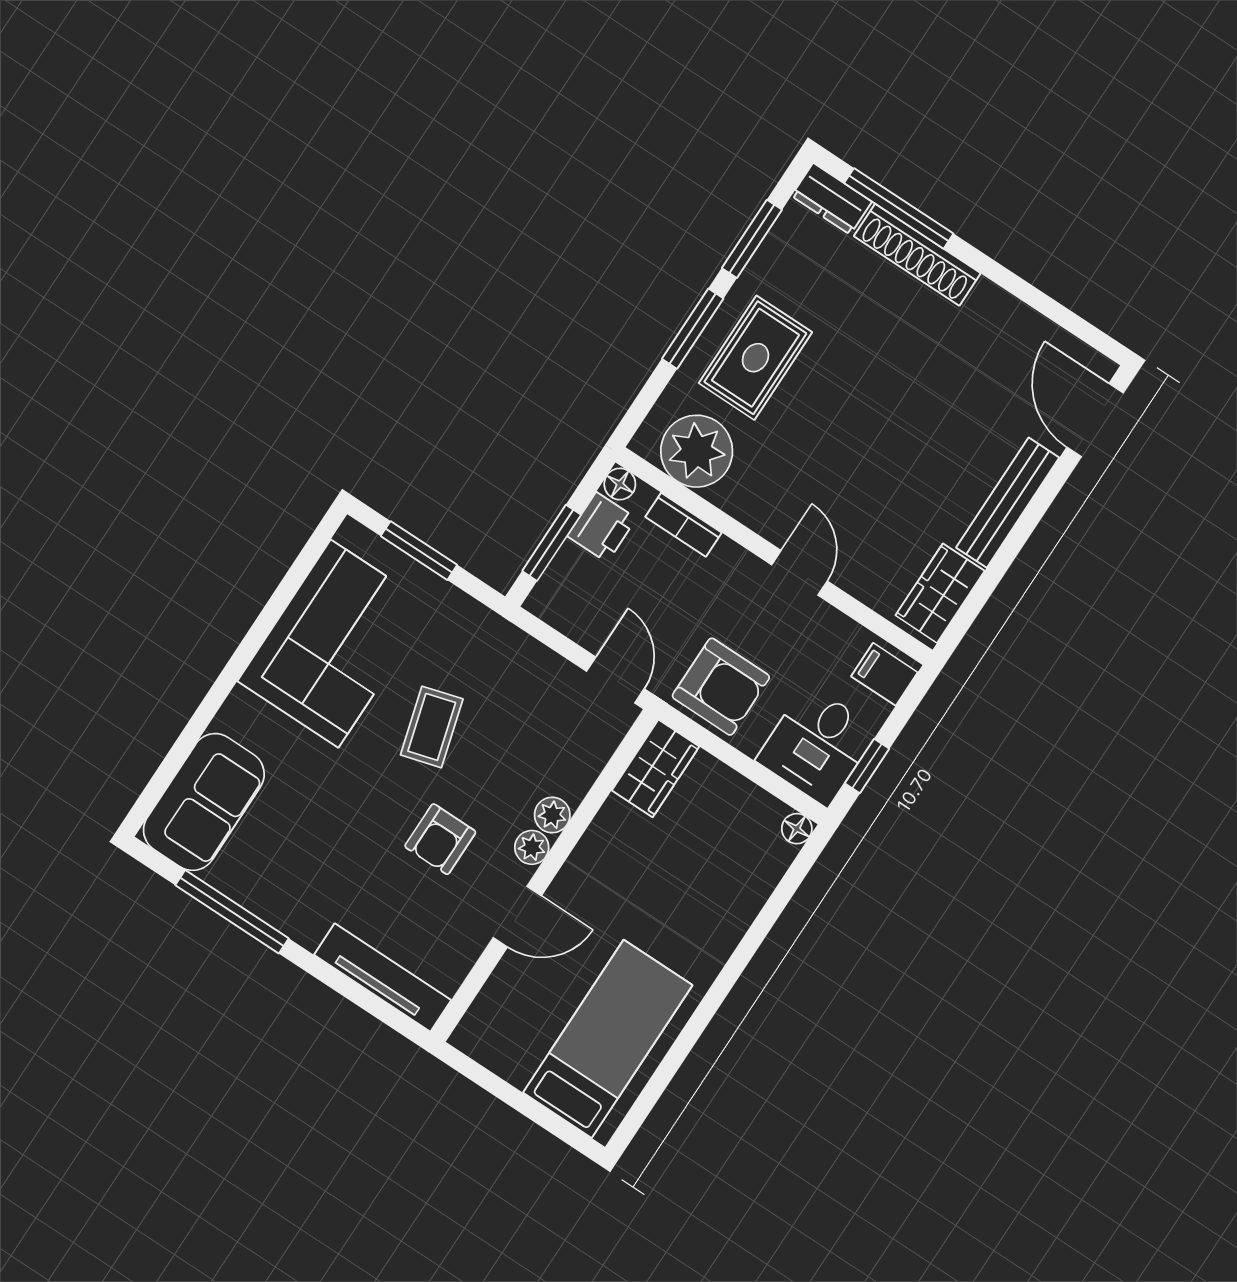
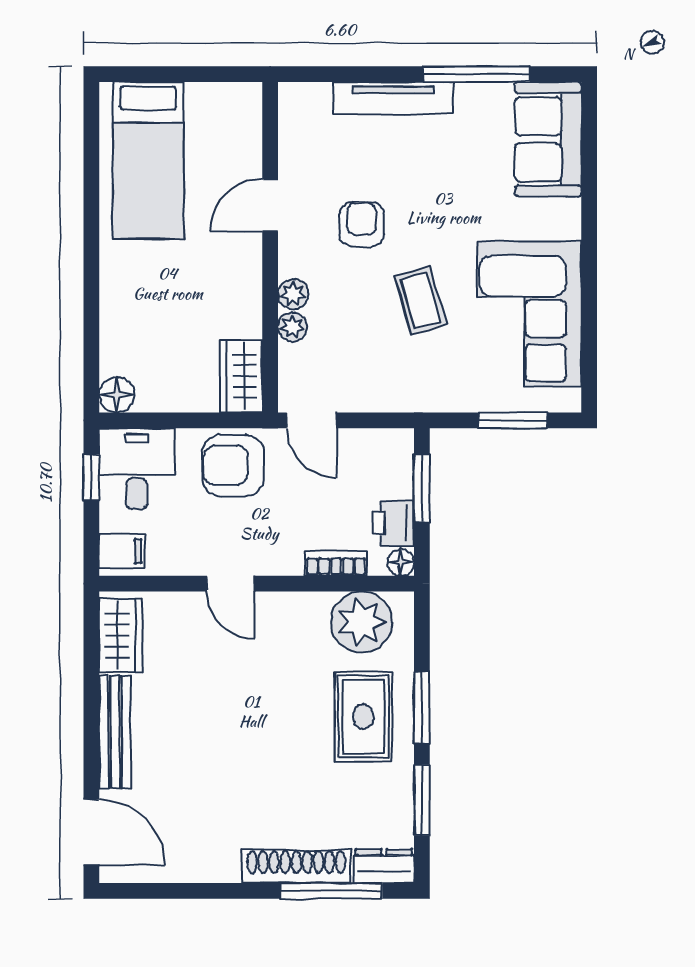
floor lamp: (797, 829) -> (117, 395), width x1.37, depth x1.37
plant: (532, 847) -> (292, 327), moved
tv unit: (383, 977) -> (393, 98), moved

